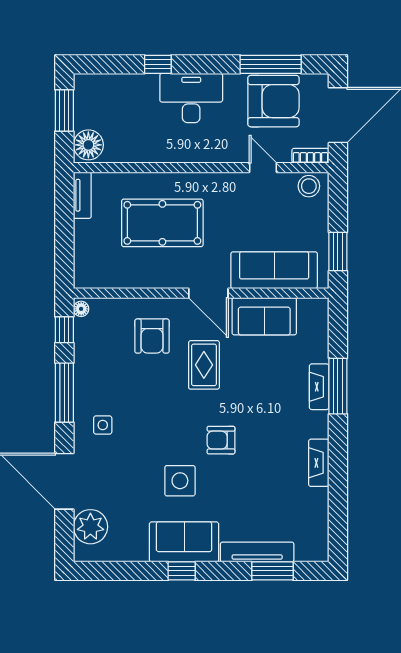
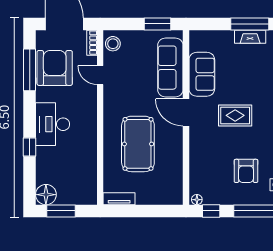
floor lamp: (88, 145) -> (46, 195), moved
door: (263, 168) -> (100, 75), hinge flipped
door: (208, 293) -> (186, 112), swing flipped
armchair: (152, 336) -> (246, 171), moved, turned 90

